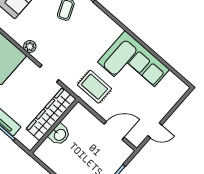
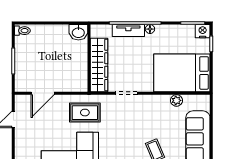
plant: (30, 47) -> (176, 100), moved
washbasin: (60, 135) -> (78, 32), moved, turned -90

